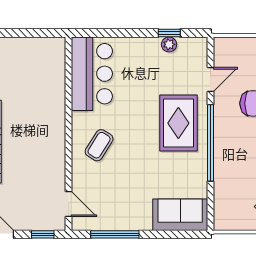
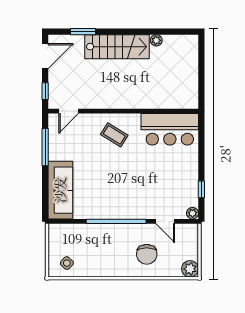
plant: (169, 44) -> (193, 213), moved
rug: (178, 123) -> (132, 197), removed
sofa: (180, 215) -> (60, 190), width x1.36

